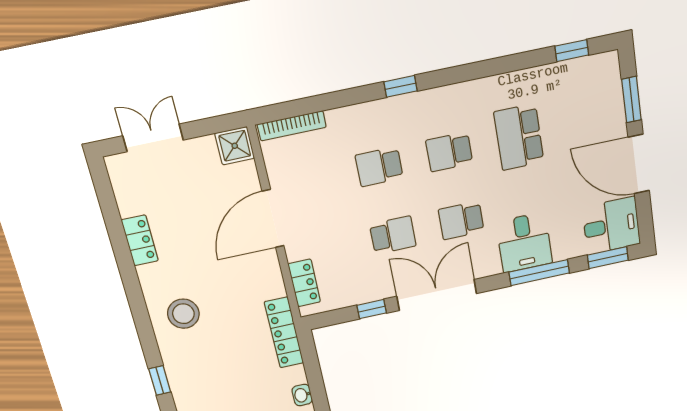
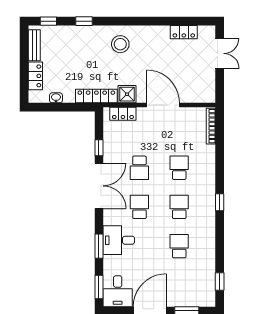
window: (401, 86) -> (220, 202), moved
school desk: (519, 137) -> (179, 246), width x0.54
shower: (235, 146) -> (127, 94), moved
locker: (140, 240) -> (184, 32), moved
window: (539, 273) -> (99, 246), width x0.69

